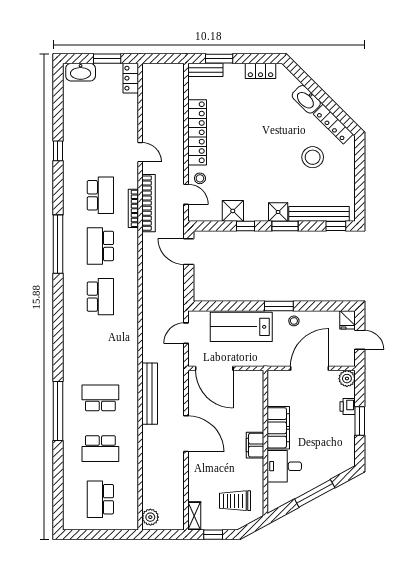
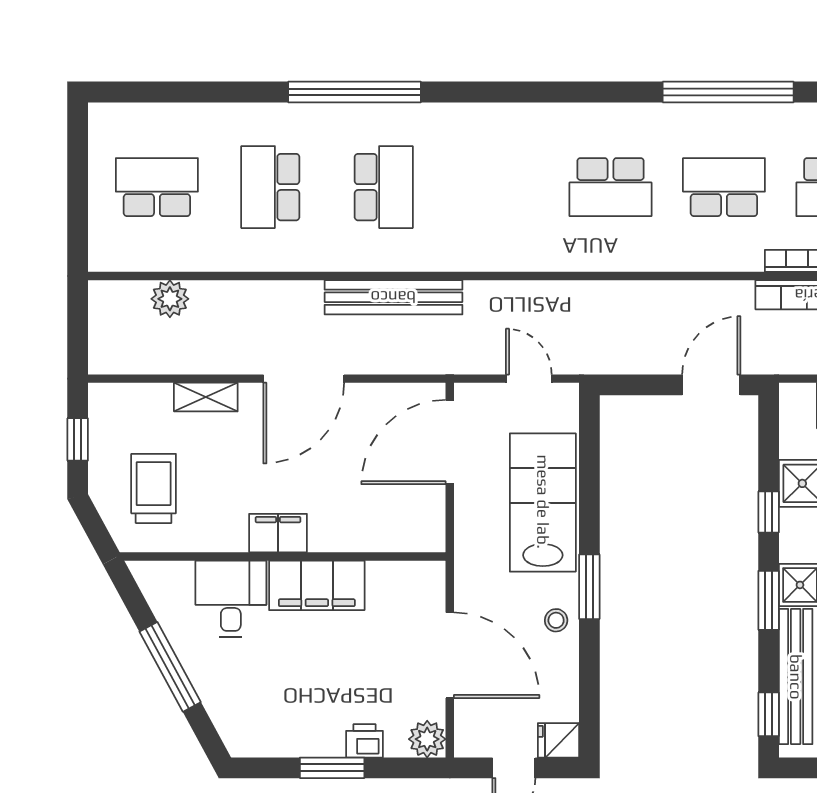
shelving: (194, 516) -> (206, 397), moved
plant: (150, 517) -> (170, 299), moved

